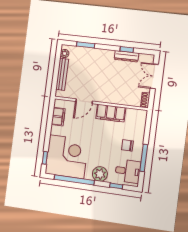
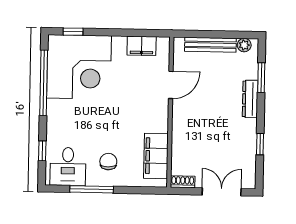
dresser: (126, 56) -> (250, 99), moved
door: (84, 101) -> (171, 85), swing flipped
filing cabinet: (111, 113) -> (156, 156), moved
plant: (100, 174) -> (58, 123), removed

